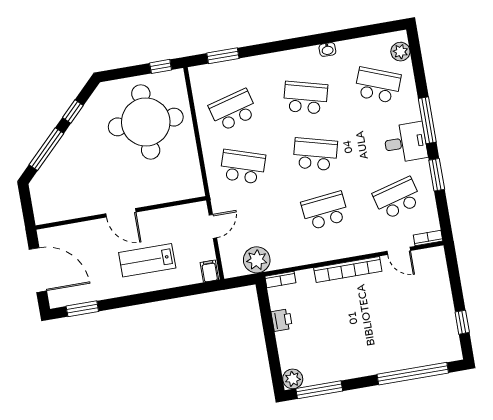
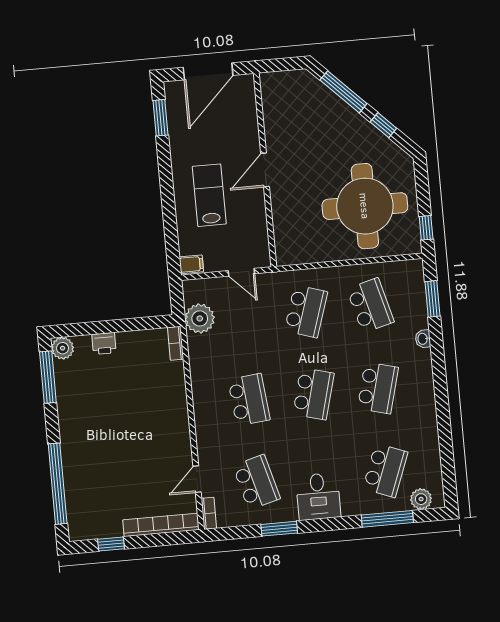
washbasin: (327, 49) -> (423, 339), moved
window: (427, 120) -> (387, 519), moved
bookcase: (348, 270) -> (161, 525), moved, turned 90
printer: (282, 320) -> (104, 343), moved

